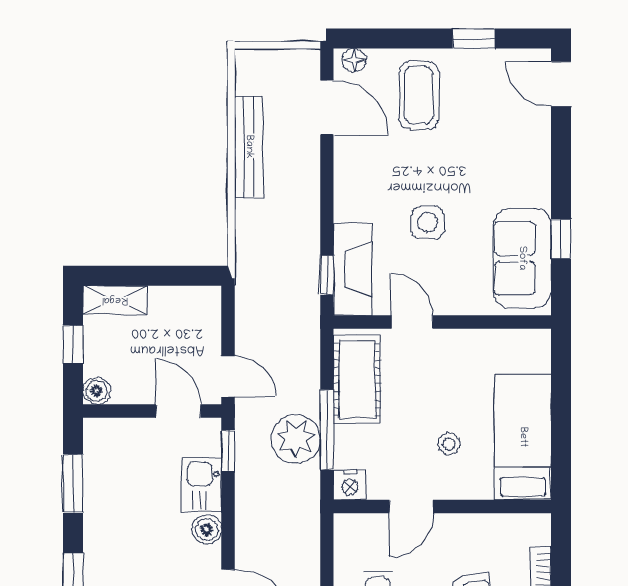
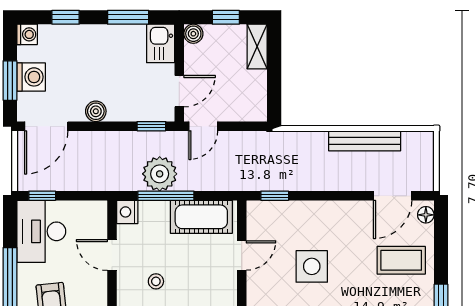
side table: (427, 222) -> (312, 266), width x1.37, depth x1.37
fireplace: (353, 269) -> (279, 214), removed
kitchen sink: (202, 485) -> (161, 43), moved, turned -90

